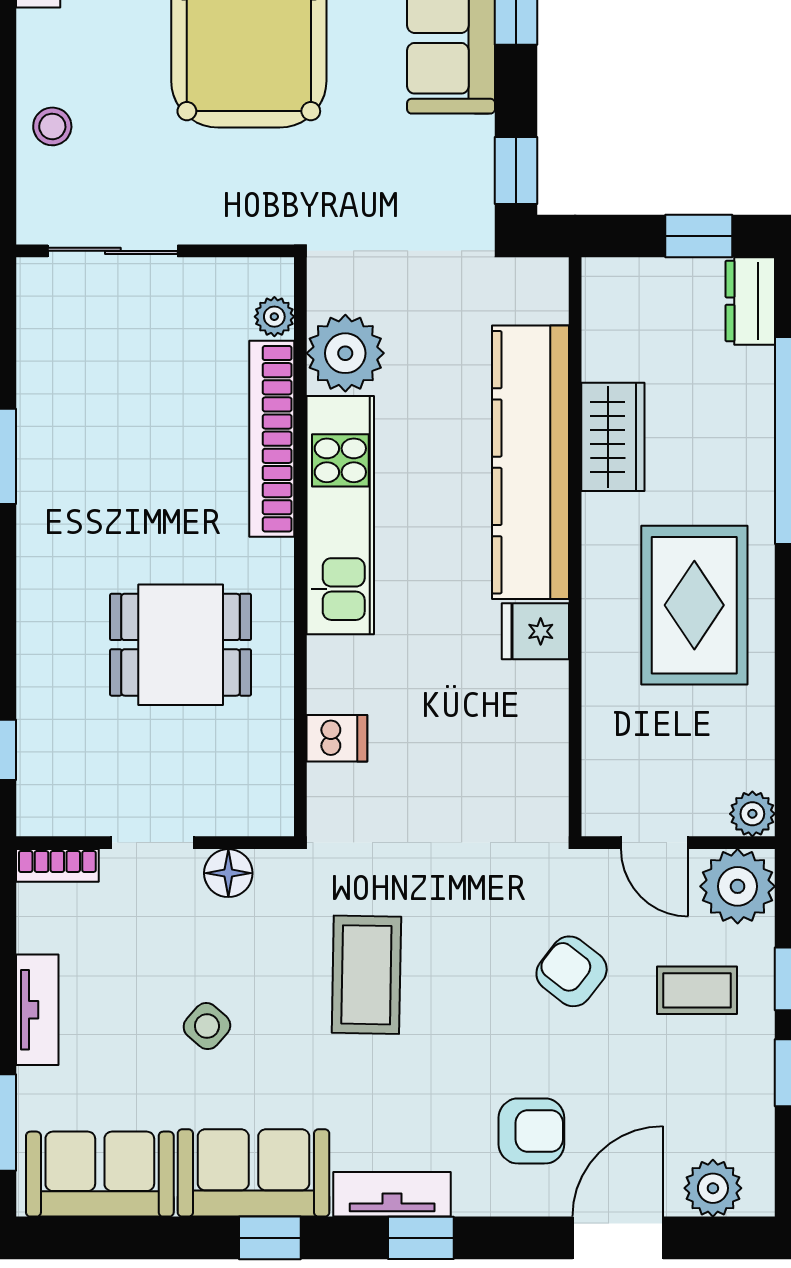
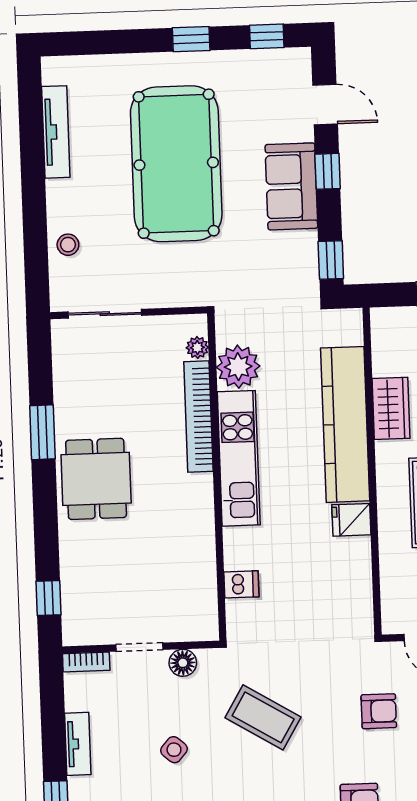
dining table: (181, 645) -> (96, 479), moved, turned 90
armchair: (572, 971) -> (379, 711), turned 142
coffee table: (366, 975) -> (263, 717), turned -60

